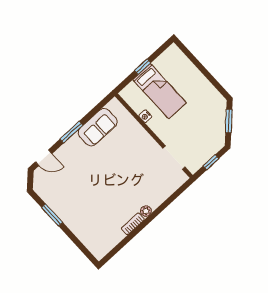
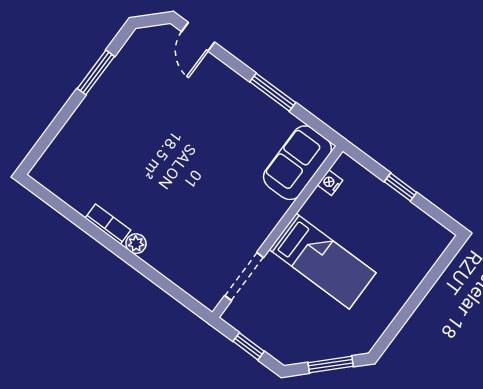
bed: (160, 91) -> (323, 261), moved, turned -90
nightstand: (145, 116) -> (330, 183), moved
sofa: (98, 127) -> (297, 163), moved, turned 90
window: (71, 132) -> (273, 92), moved

